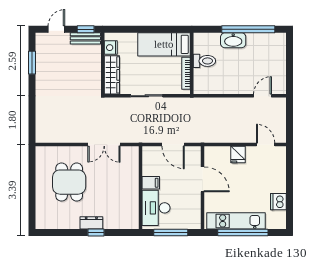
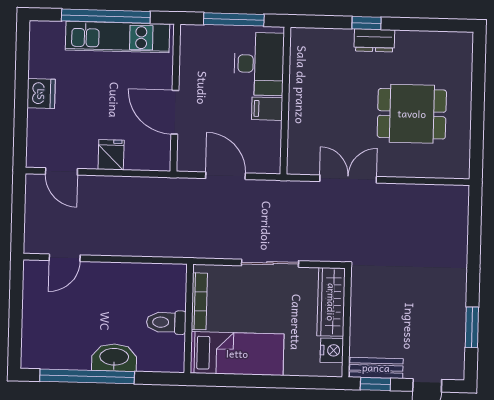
dining table: (69, 182) -> (412, 114), turned 90
dishwasher: (278, 202) -> (41, 94), moved

